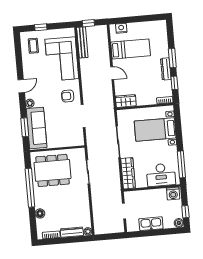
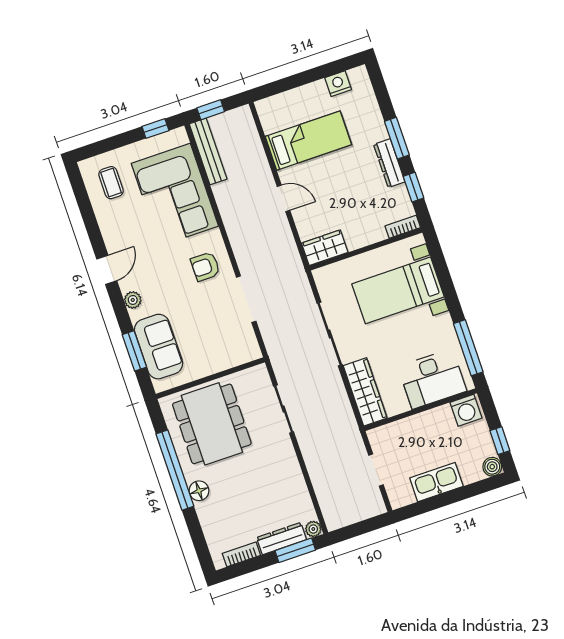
window: (41, 27) -> (155, 129), moved
nightstand: (121, 28) -> (338, 84), moved
sofa: (37, 128) -> (159, 347), width x0.73
dining table: (53, 170) -> (212, 424), turned 90
floor lamp: (40, 213) -> (199, 491), moved
window: (77, 239) -> (295, 550), added

